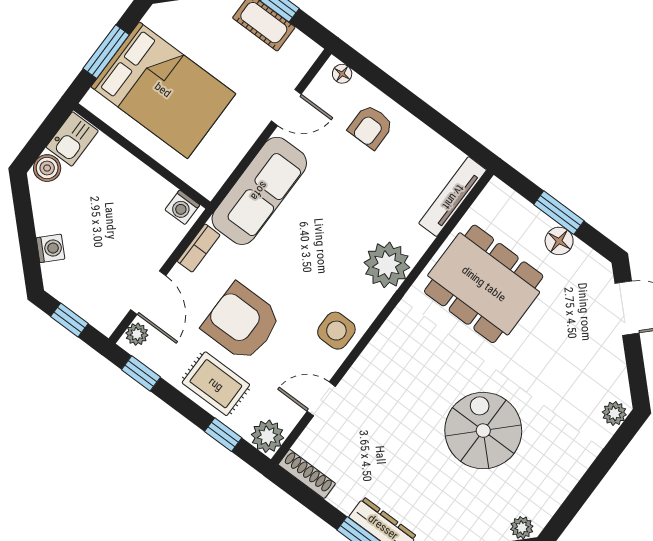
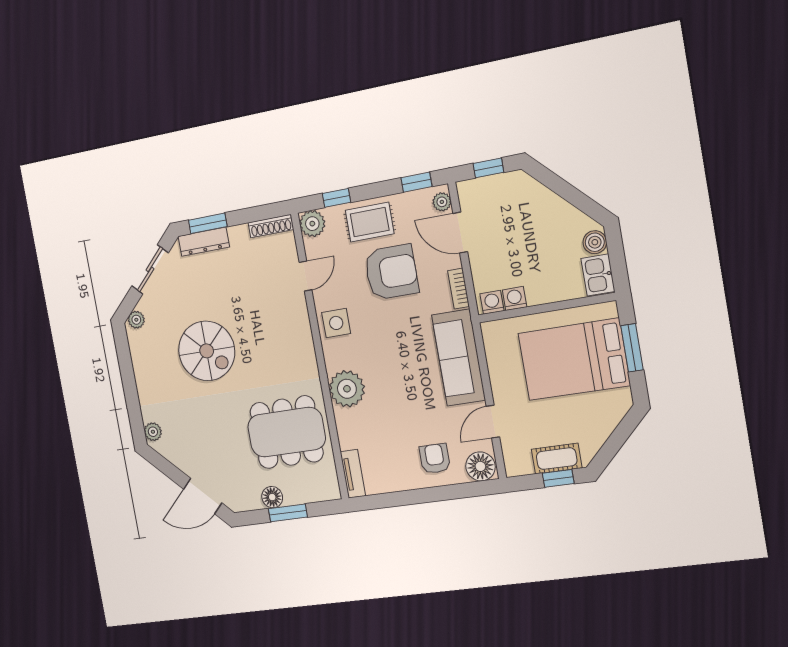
floor lamp: (342, 74) -> (480, 466), width x1.89, depth x1.89
tv unit: (453, 197) -> (353, 474), width x0.71
washing machine: (51, 248) -> (515, 299), moved, turned 135

